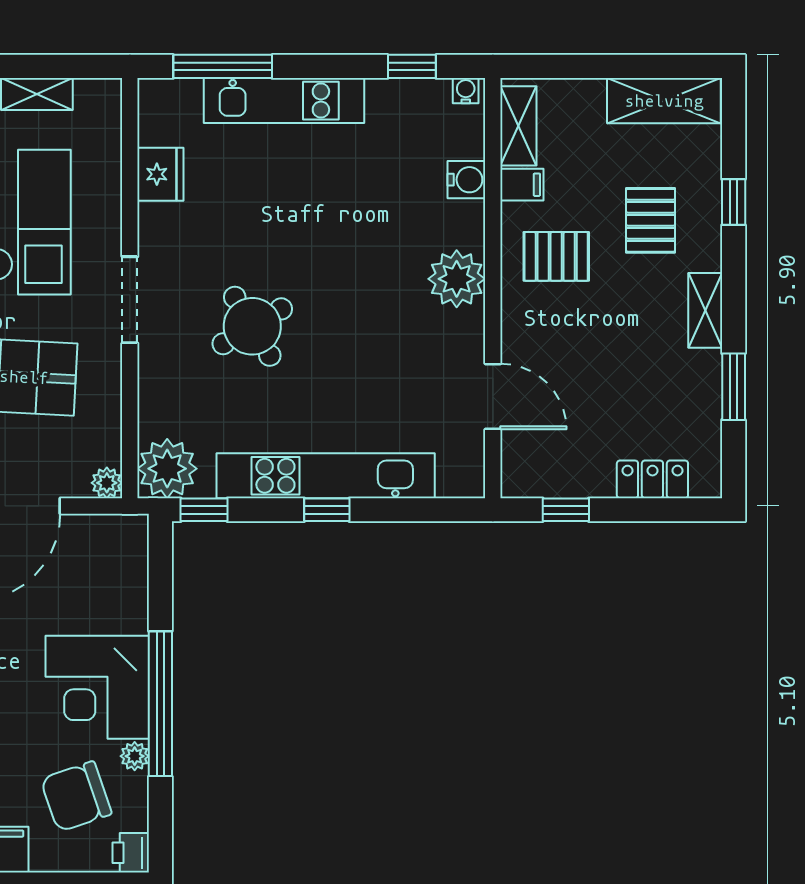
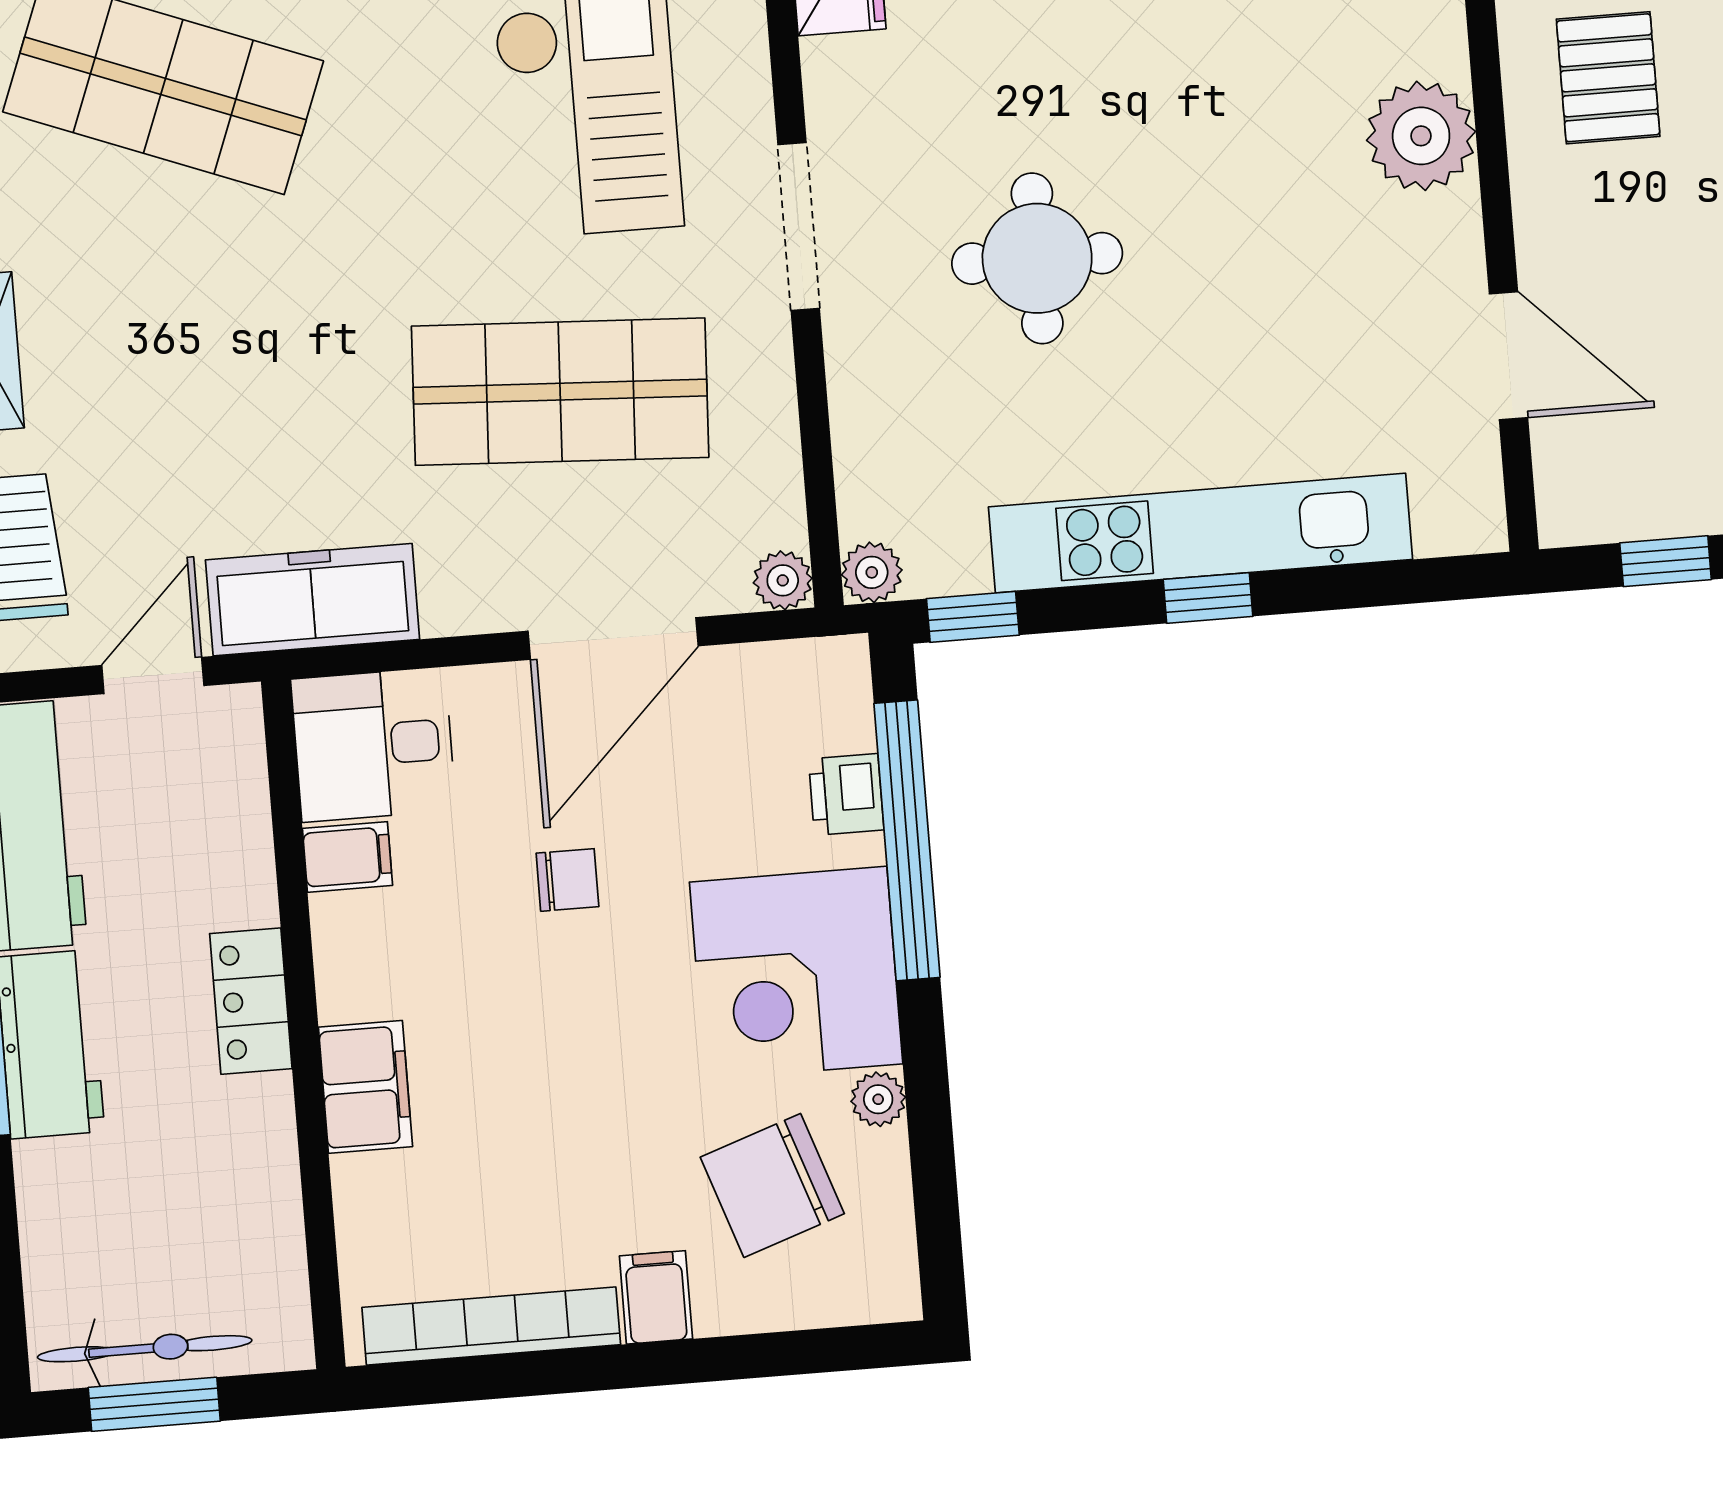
pallet: (556, 256) -> (1608, 78), turned 90
round table: (252, 326) -> (1037, 258), turned 31
plant: (167, 469) -> (872, 572), width x0.53, depth x0.53
window: (160, 704) -> (907, 840), moved
printer: (131, 853) -> (846, 794), moved

